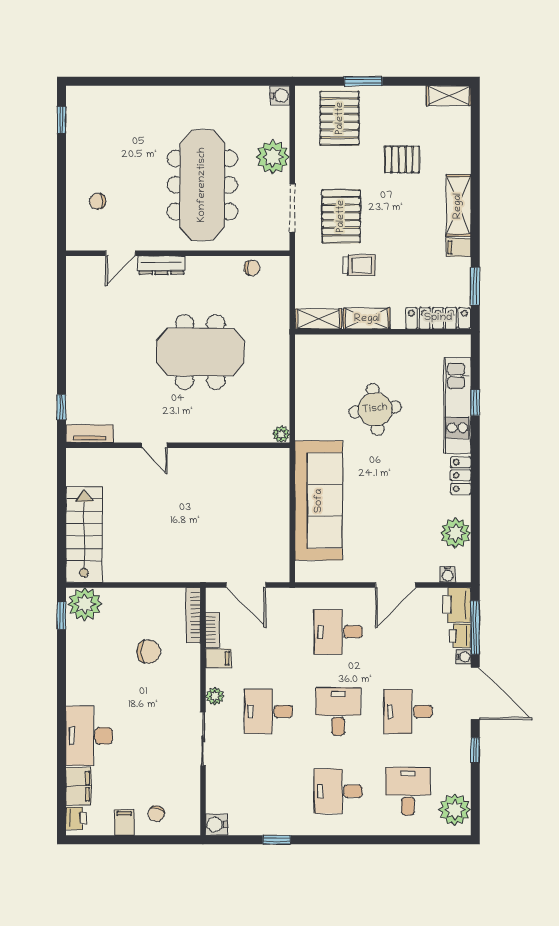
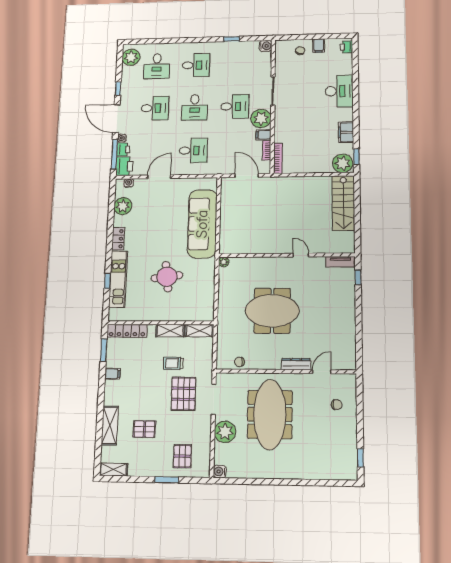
pallet: (340, 118) -> (182, 456), width x0.67, depth x0.71
shelving: (458, 206) -> (110, 426), moved
chair: (149, 652) -> (304, 138), removed
plant: (215, 696) -> (261, 118), width x1.87, depth x1.87
filing cabinet: (79, 786) -> (346, 132), moved

